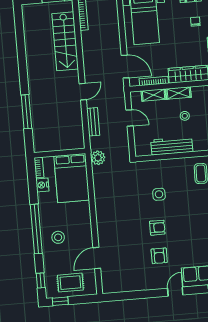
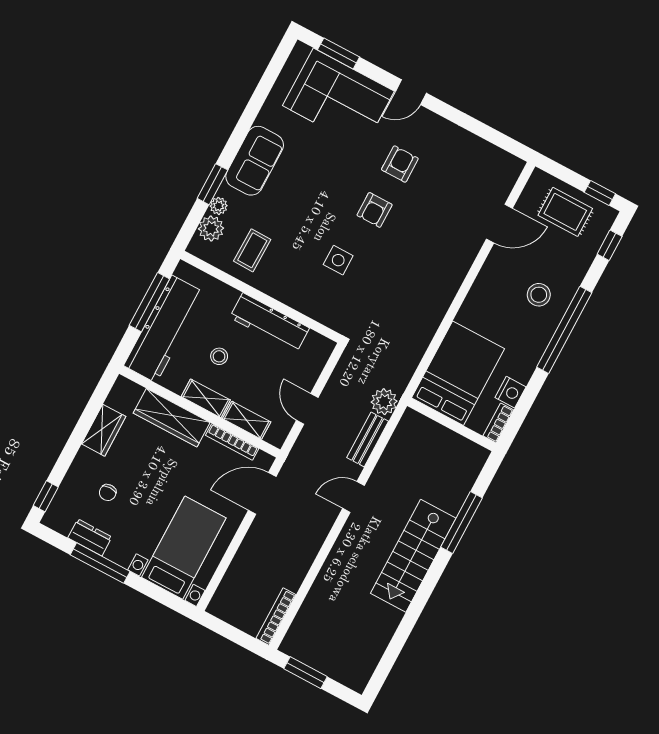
stairs: (65, 41) -> (413, 556), moved, turned 180
door: (125, 67) -> (262, 493), hinge flipped
plant: (98, 158) -> (384, 402), moved
armchair: (157, 228) -> (375, 210), turned -90

